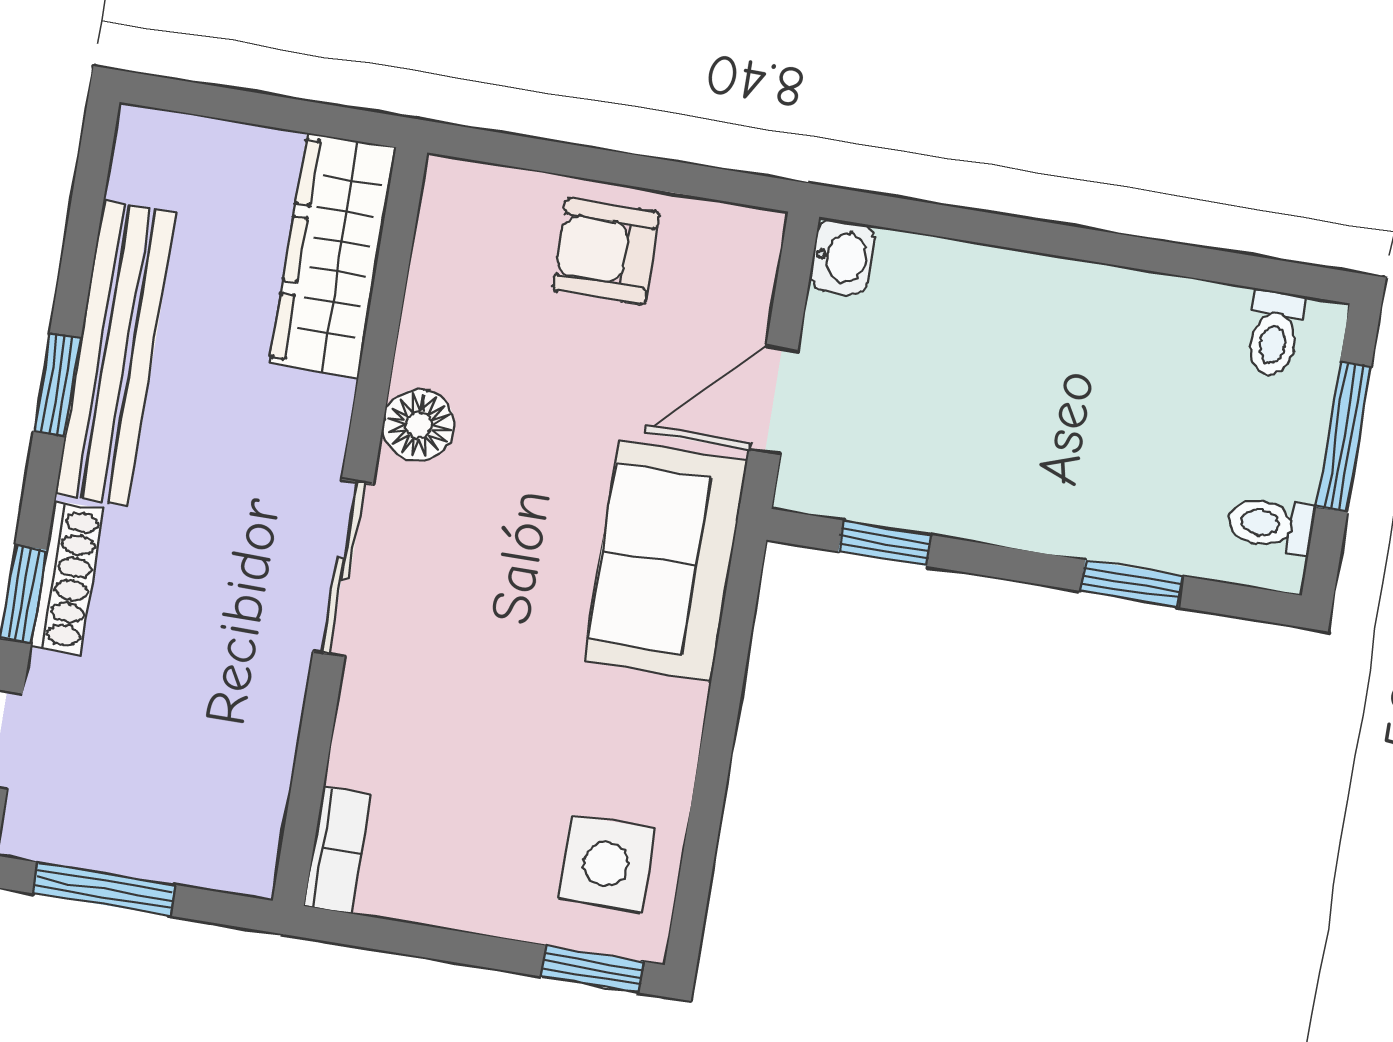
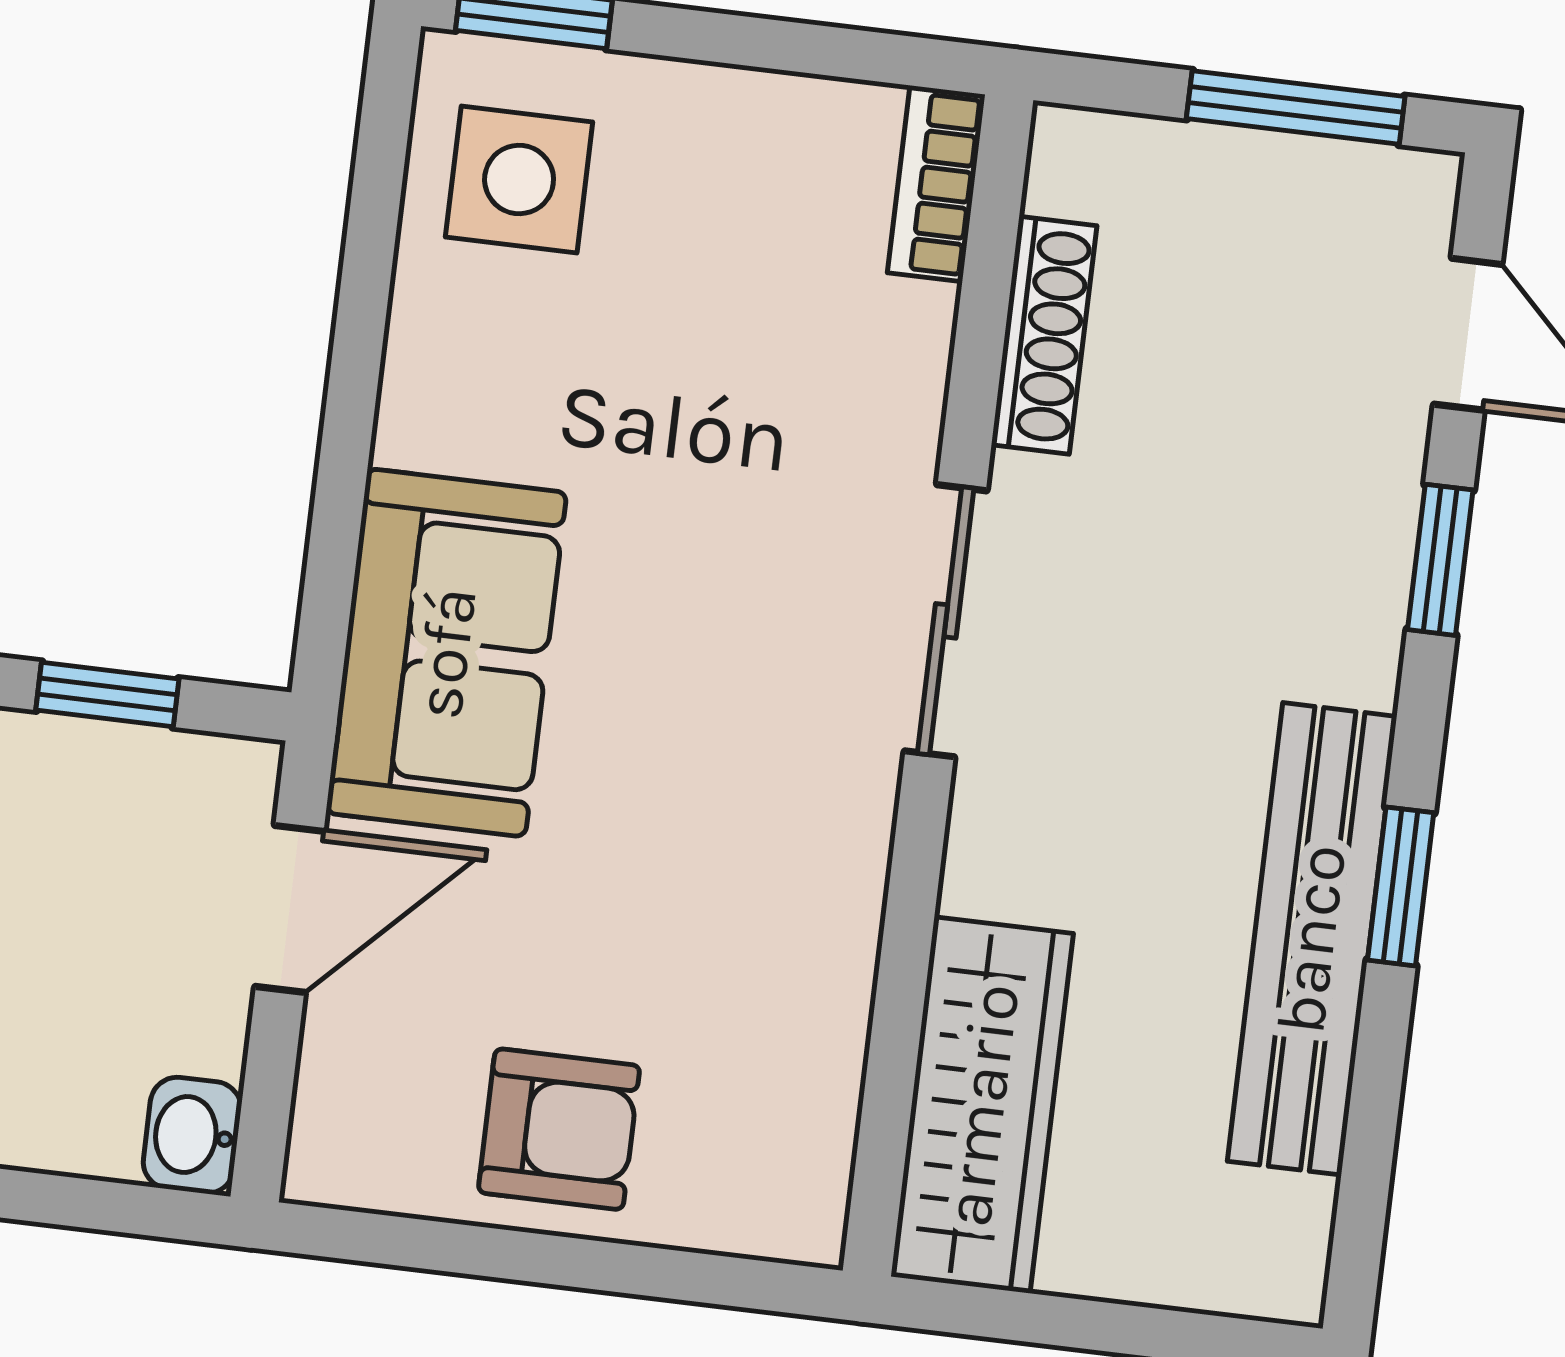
floor lamp: (419, 425) -> (838, 847), removed
shoe rack: (67, 578) -> (1044, 335), moved, turned 180

